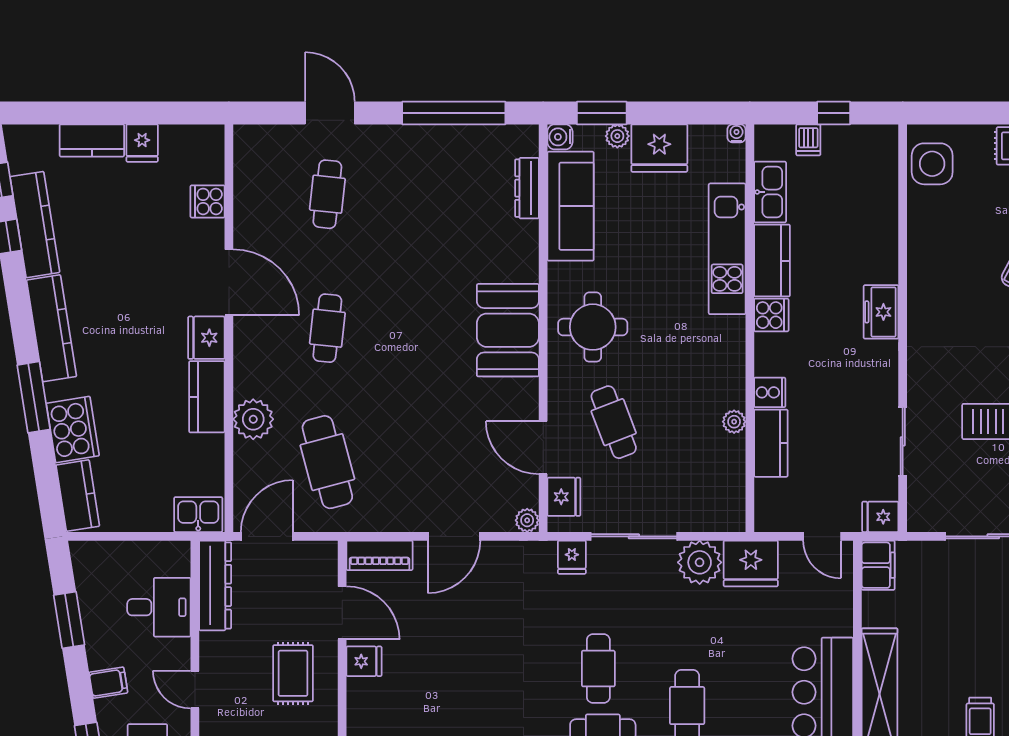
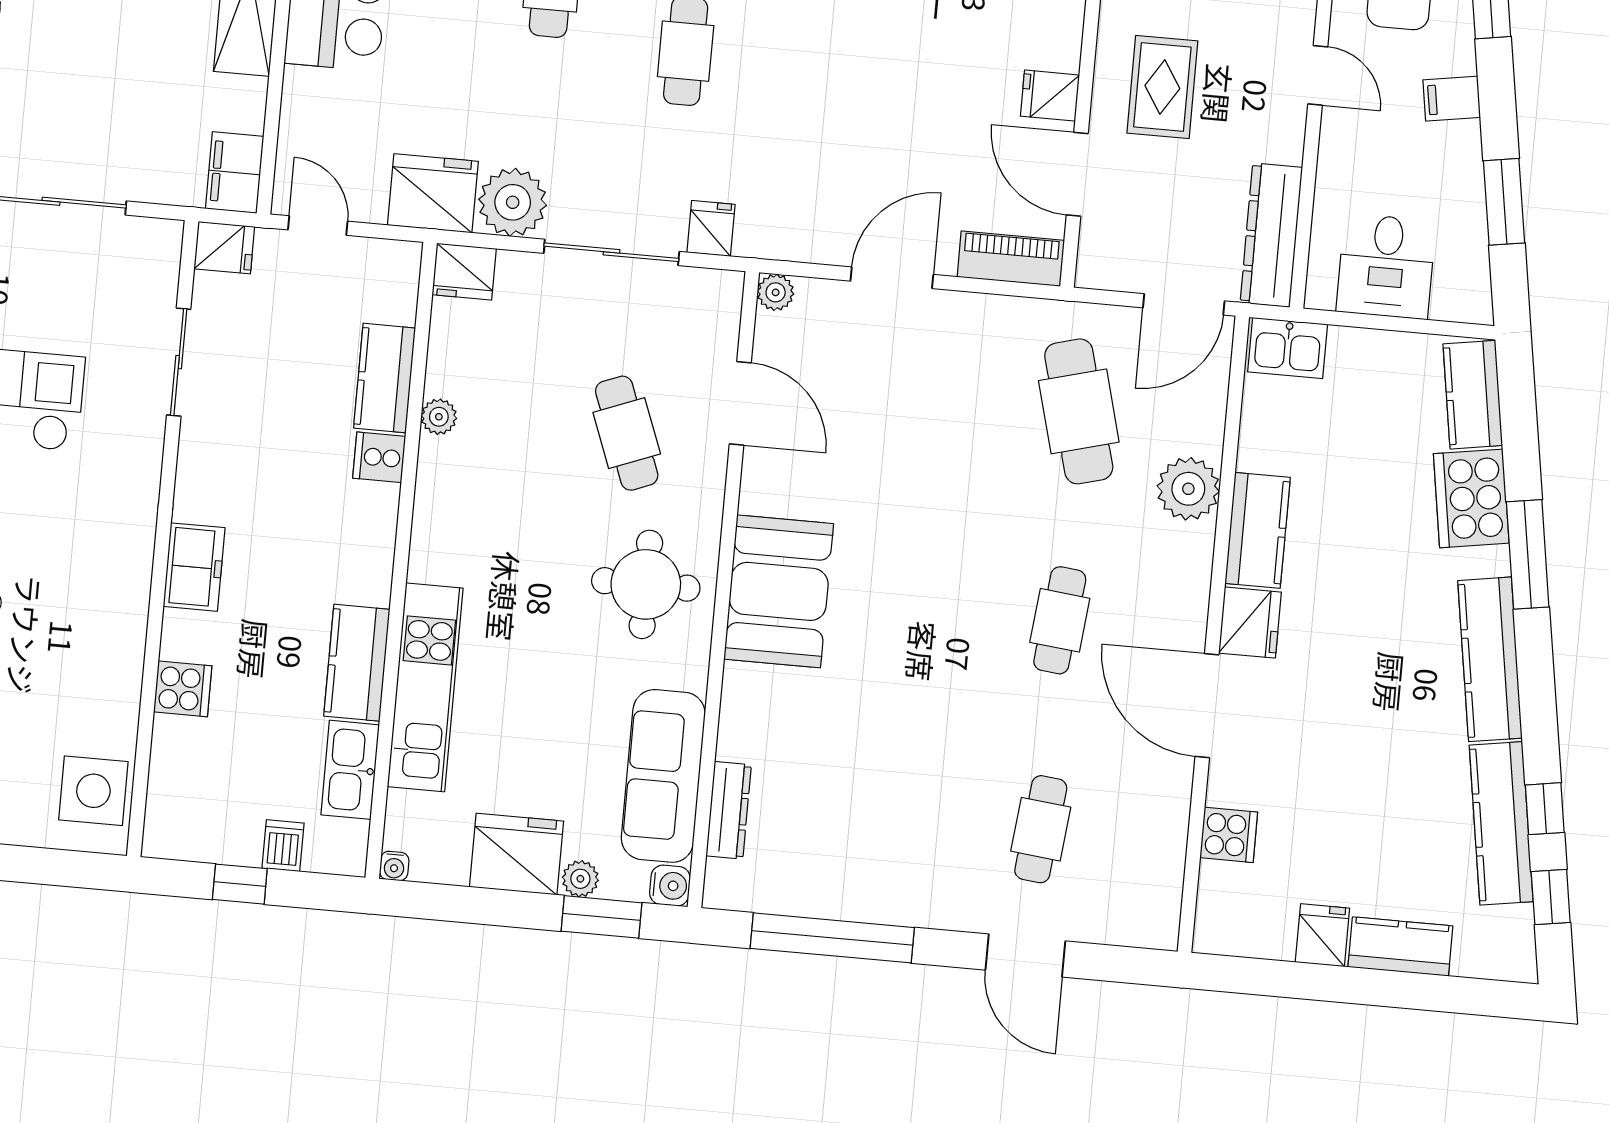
cooker: (771, 315) -> (183, 689), moved, turned 180
fridge: (564, 497) -> (464, 272), moved, turned -90
desk: (159, 607) -> (1386, 266), moved, turned -90

